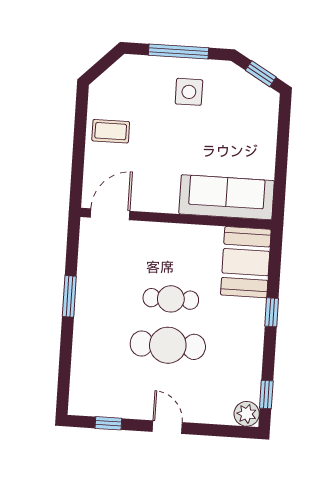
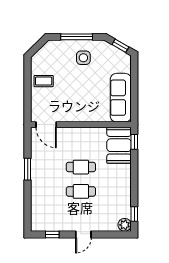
sofa: (227, 197) -> (121, 98), moved, turned -90
door: (110, 214) -> (46, 125), swing flipped
window: (272, 312) -> (134, 142), moved
cafe table: (168, 345) -> (81, 191), width x0.73, depth x0.74
door: (167, 427) -> (83, 234), swing flipped

